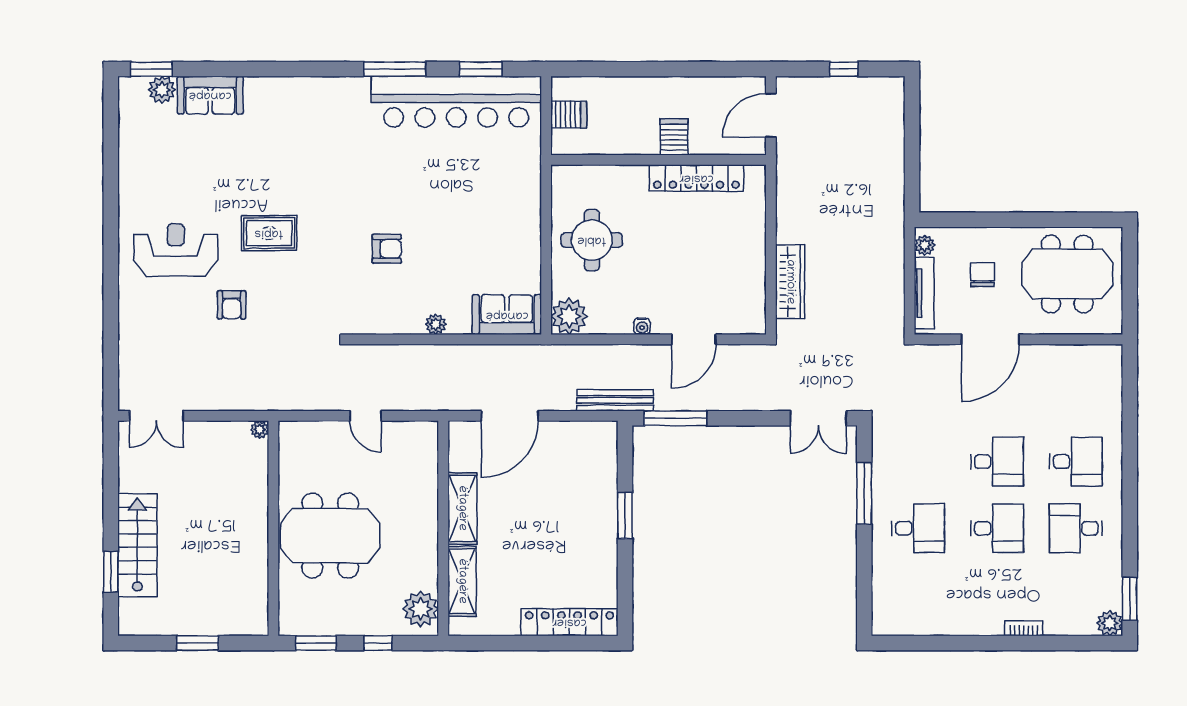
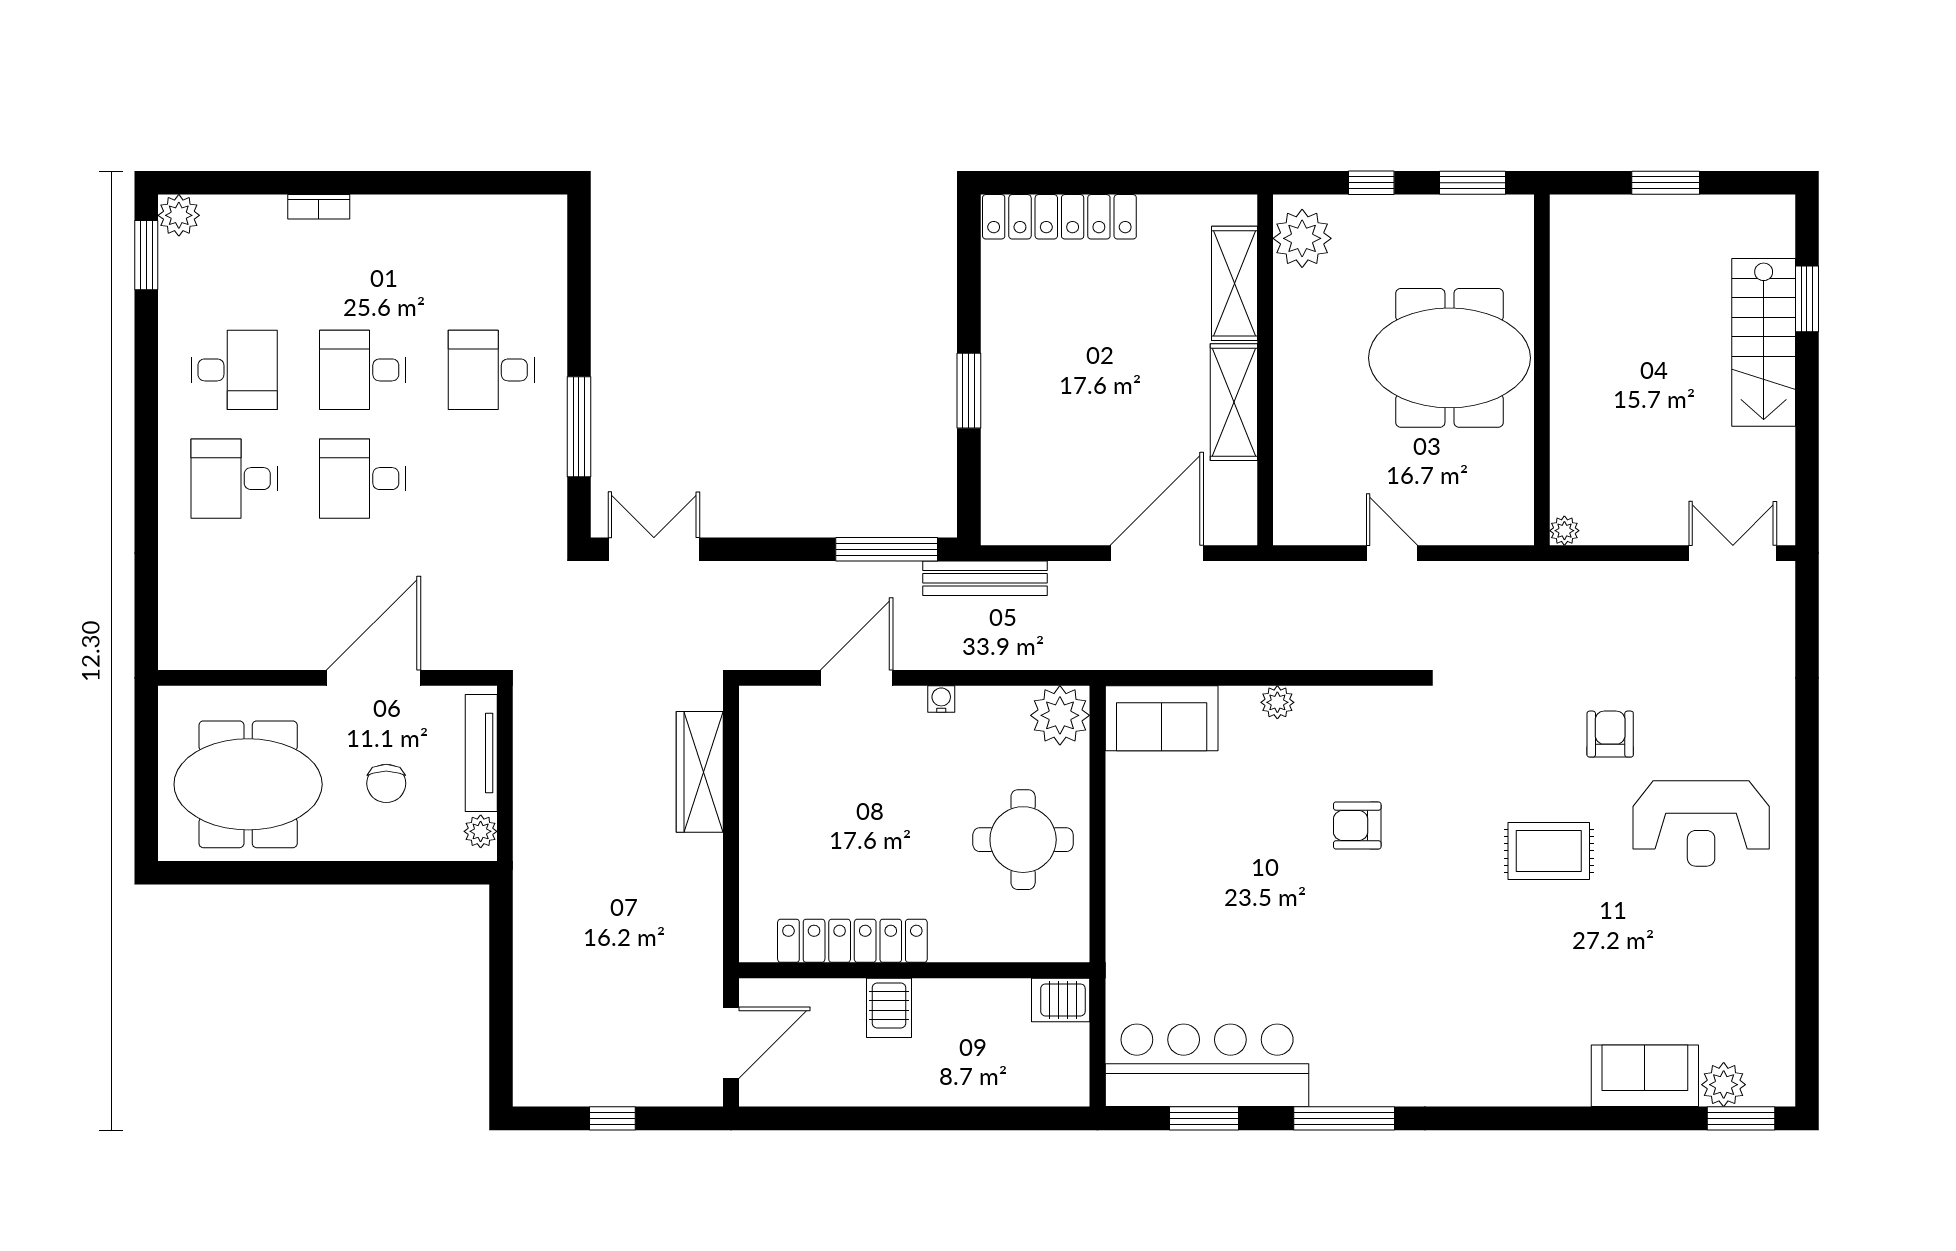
bar counter: (456, 102) -> (1207, 1065), width x0.73
server rack: (569, 115) -> (1061, 1000), moved

